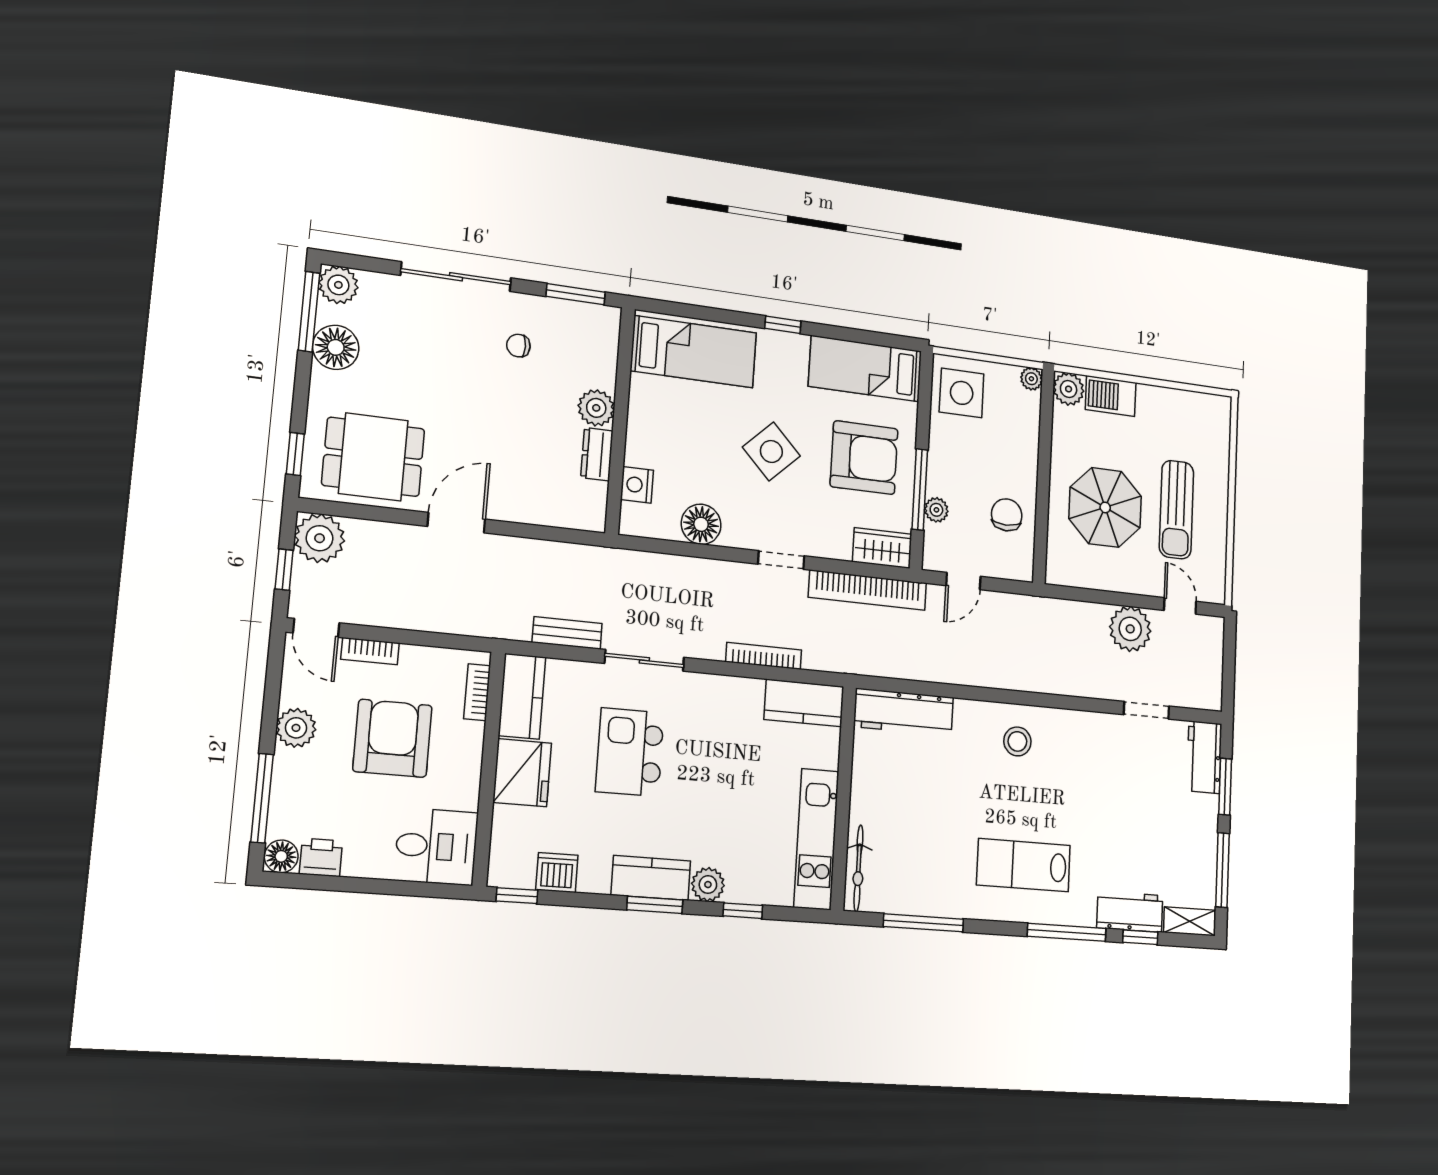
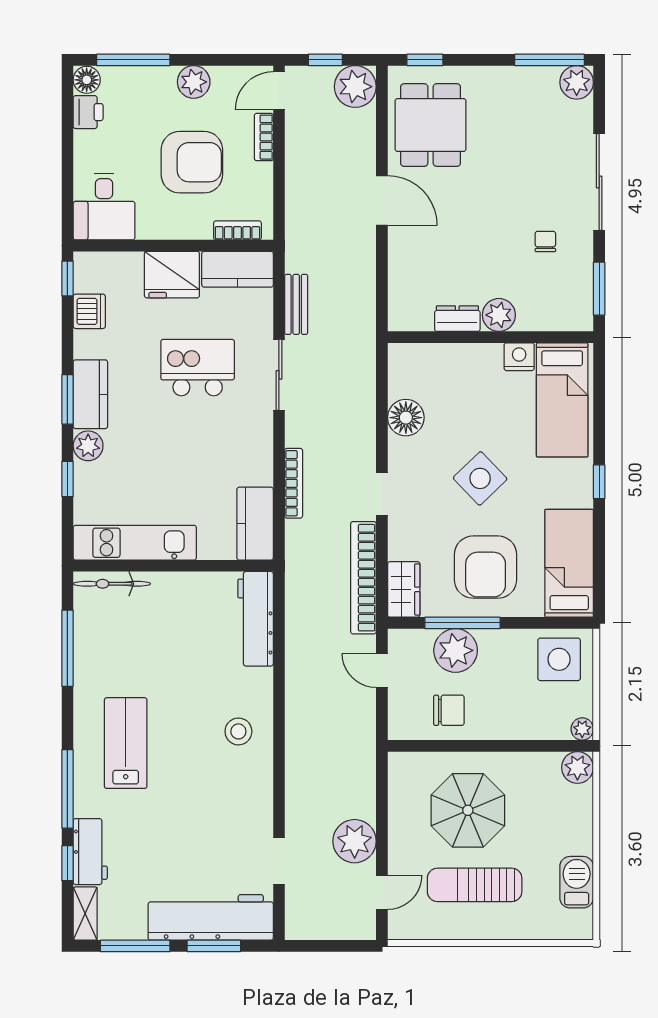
floor lamp: (336, 347) -> (522, 85), removed
barbecue: (1111, 396) -> (577, 882), moved
nightstand: (637, 485) -> (519, 357), moved
plant: (936, 510) -> (456, 650), width x1.88, depth x1.88
workbench: (1204, 757) -> (211, 917), width x1.88, depth x1.32

